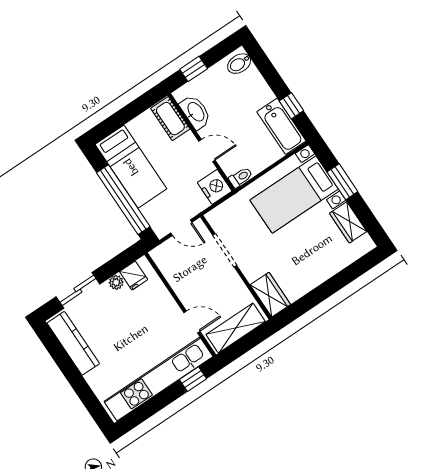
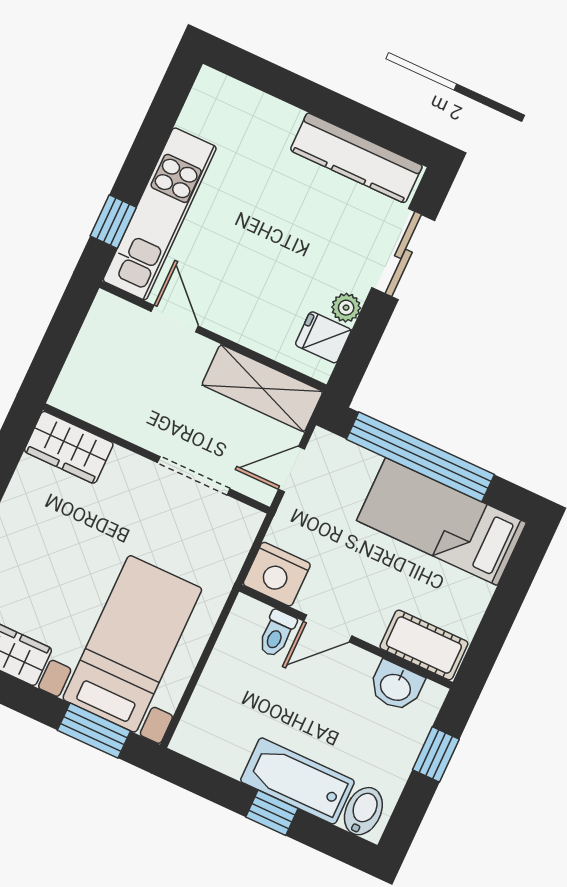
window: (291, 106) -> (272, 813), moved
washbasin: (195, 112) -> (396, 686), width x0.72
bathtub: (281, 126) -> (297, 781), moved
toilet: (241, 177) -> (277, 634), moved
window: (342, 182) -> (94, 731), moved
door: (192, 322) -> (175, 319), swing flipped
shelving: (236, 328) -> (262, 388), moved, turned 90
kitchen unit: (158, 379) -> (160, 214), width x0.73

